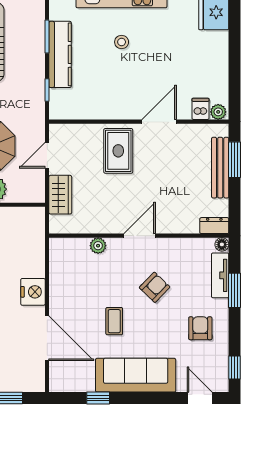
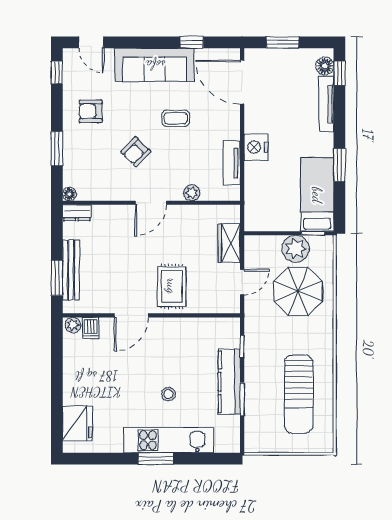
tv unit: (220, 275) -> (232, 163), moved, turned 180
coffee table: (114, 321) -> (176, 118), turned 90
armchair: (200, 328) -> (91, 111), turned 90
door: (47, 338) -> (242, 82), moved

